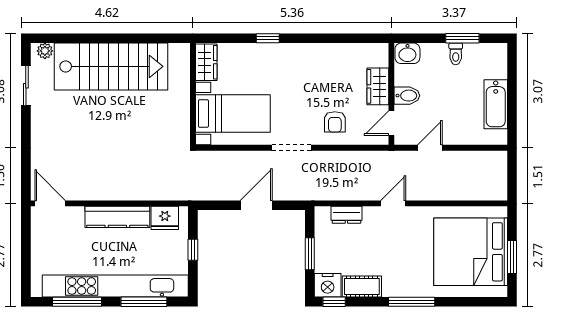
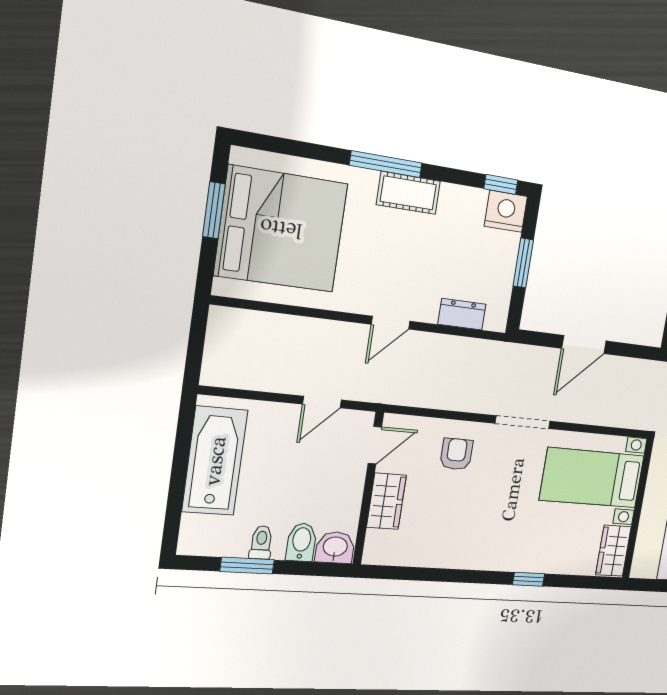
bidet: (407, 96) -> (301, 542), moved, turned 90
bathtub: (496, 104) -> (215, 461), width x1.36, depth x1.36
cot: (362, 286) -> (408, 193), moved

